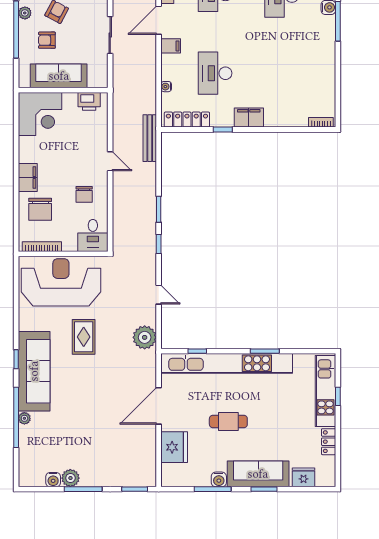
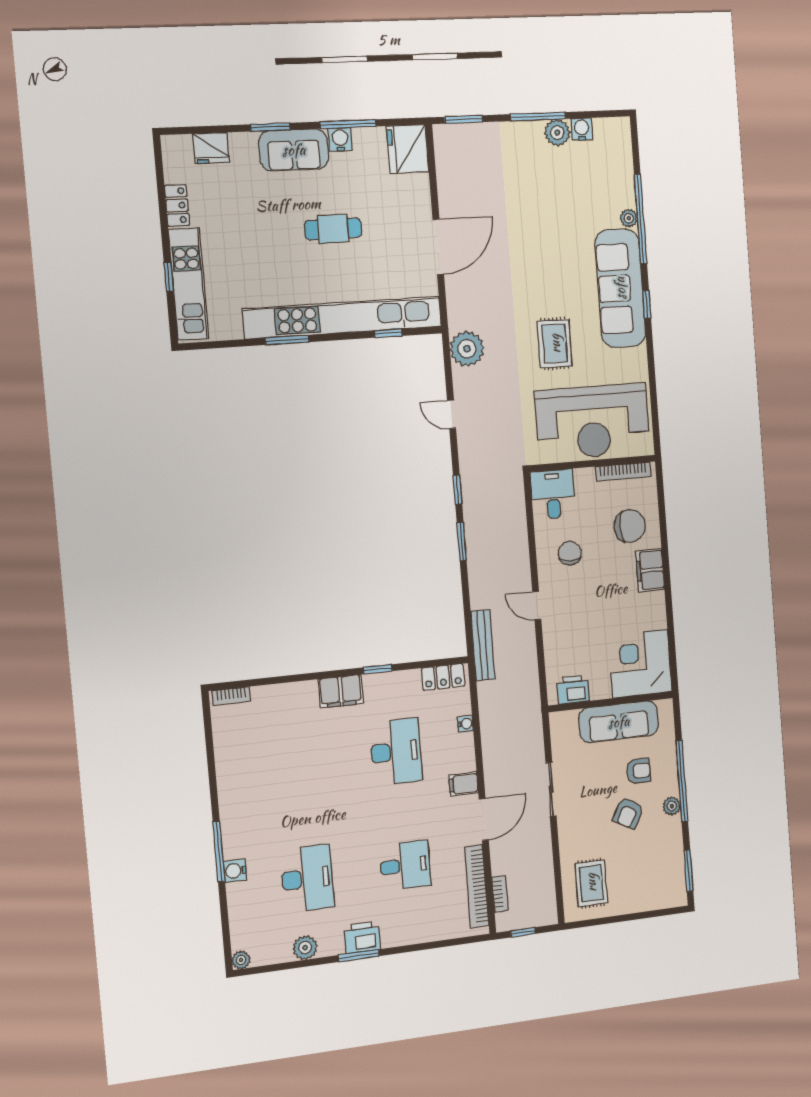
locker: (187, 120) -> (443, 677), width x0.66
chair: (40, 209) -> (630, 526), turned 90
fridge: (174, 447) -> (408, 149), moved
sofa: (258, 474) -> (294, 150), width x0.73

